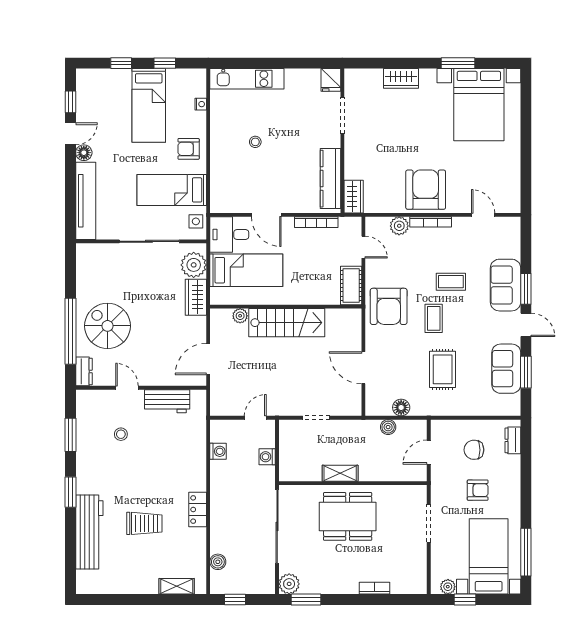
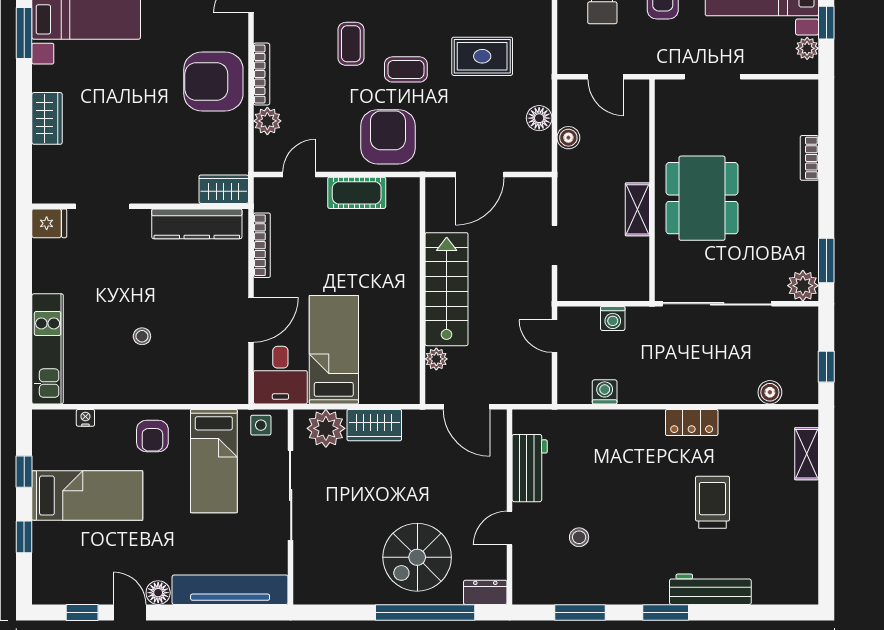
armchair: (389, 306) -> (388, 137), turned -90
wall: (286, 307) -> (423, 291), moved
plant: (240, 316) -> (436, 359), moved
stairs: (287, 323) -> (447, 289), moved
workbench: (89, 532) -> (710, 589), width x0.73, depth x0.76

